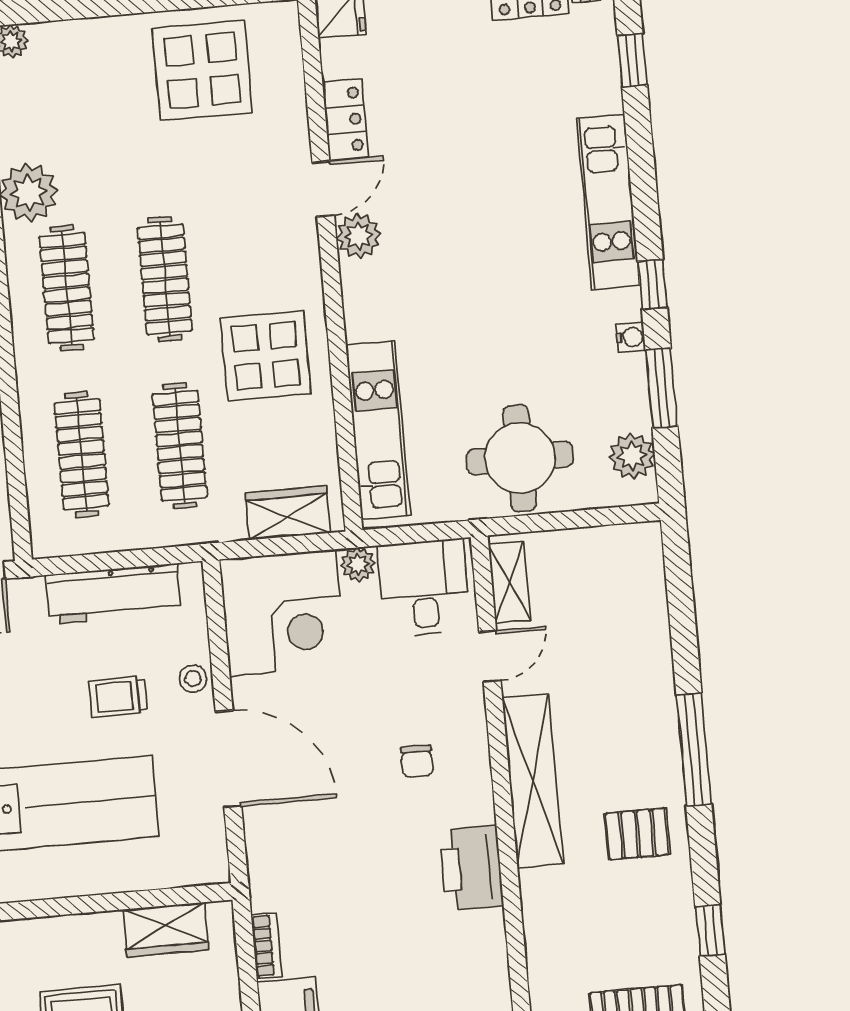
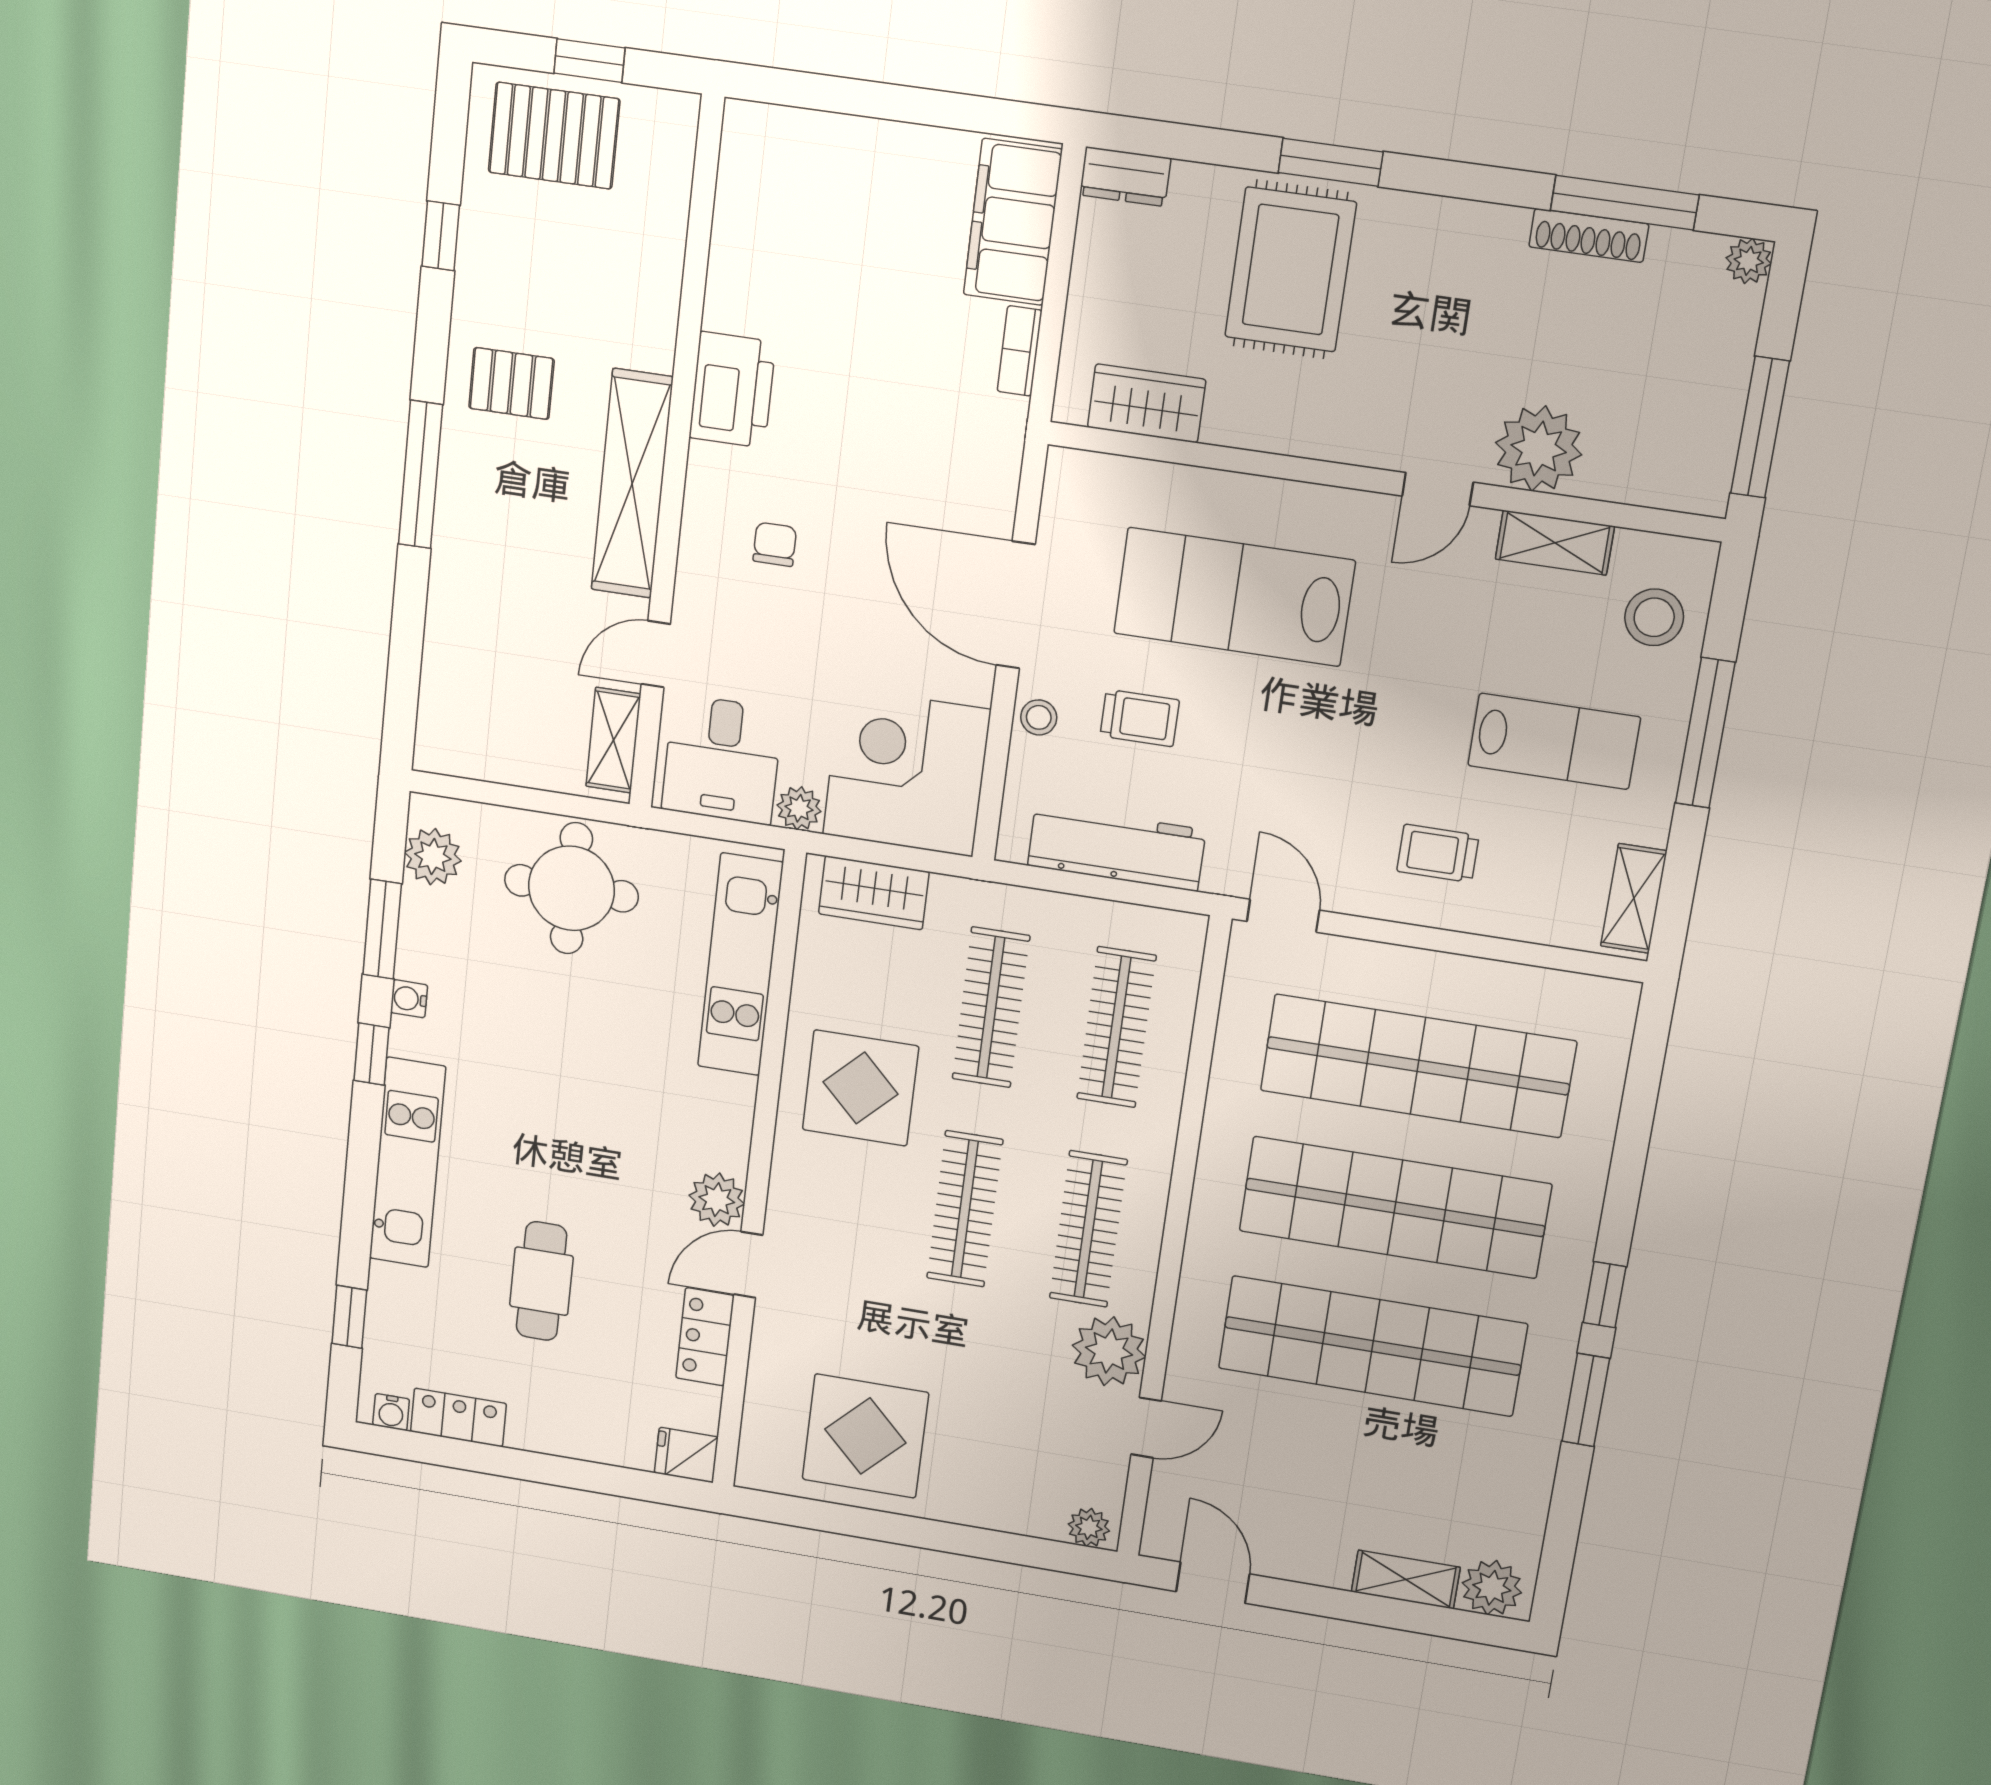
cafe table: (484, 132) -> (541, 1281), added

